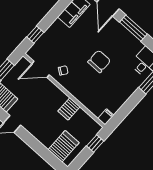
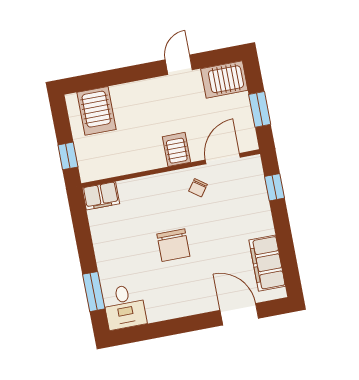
window: (133, 28) -> (183, 325), removed
server rack: (69, 109) -> (177, 149), moved
filing cabinet: (106, 117) -> (101, 196), width x2.00

